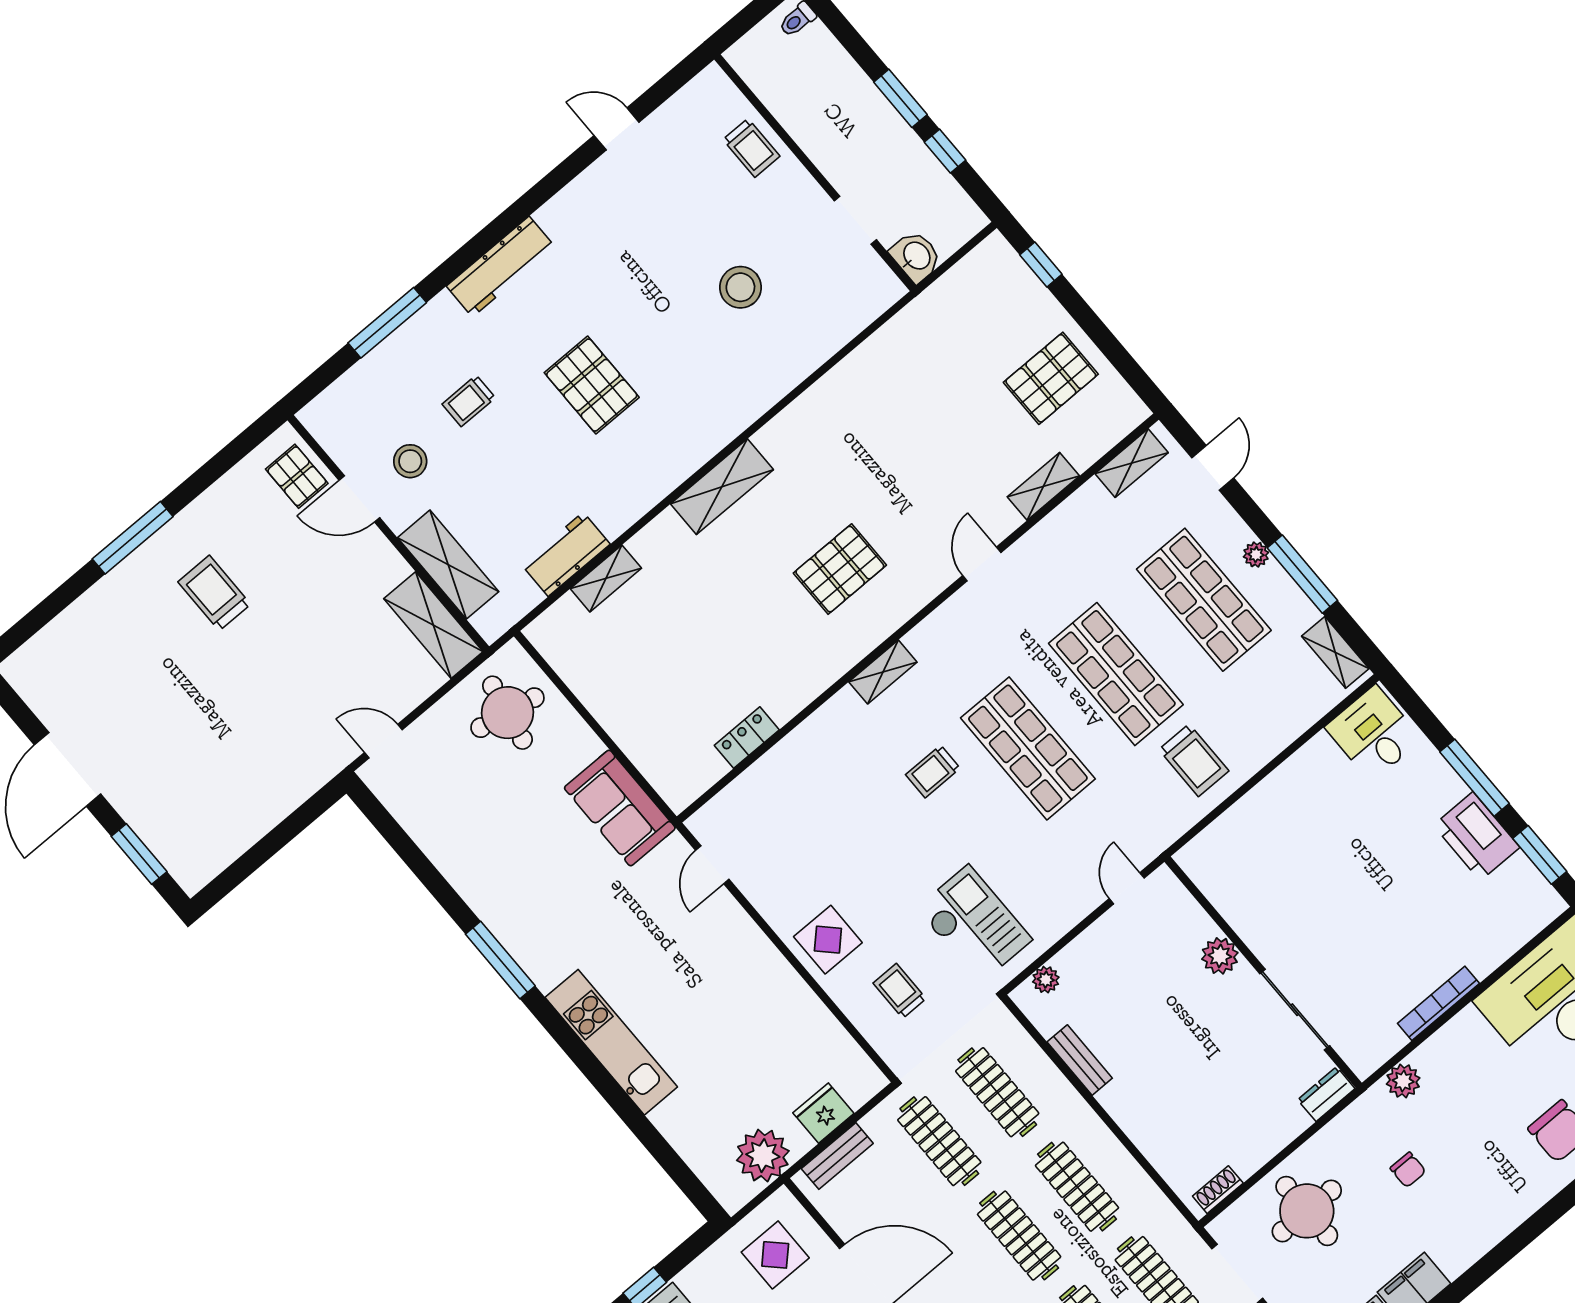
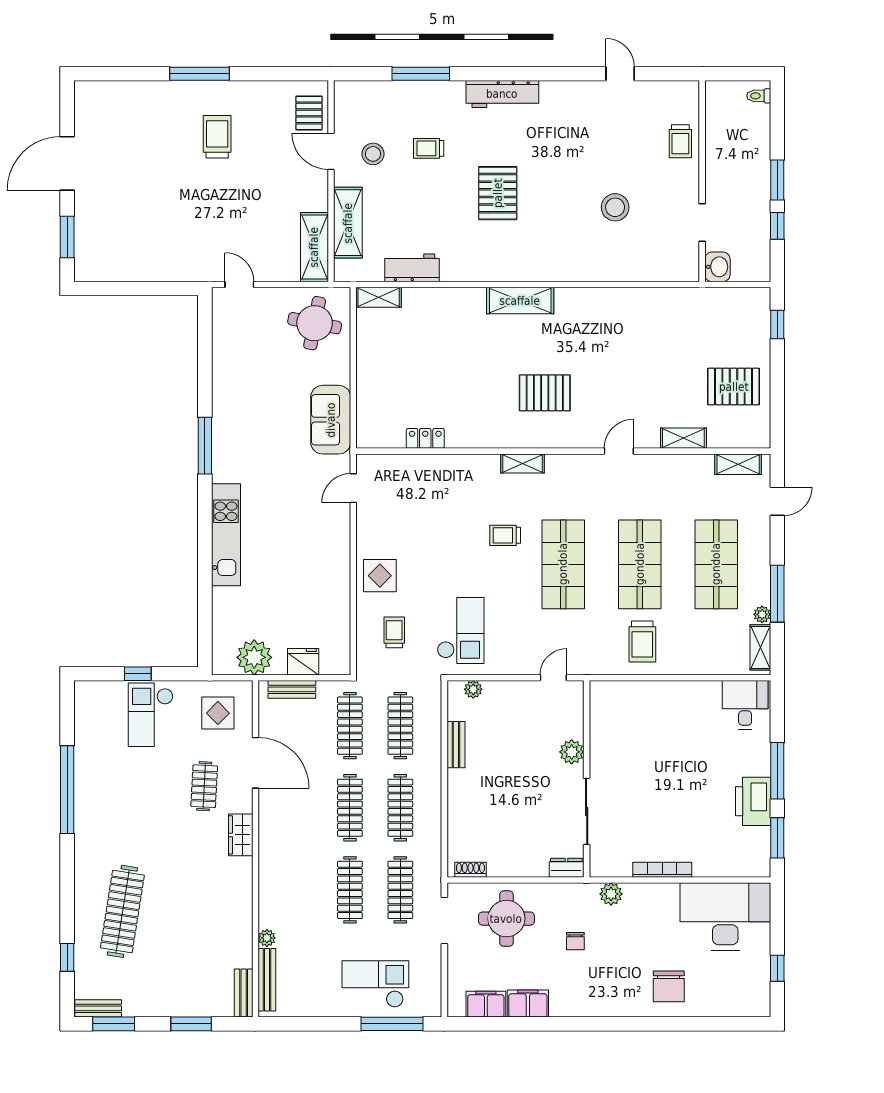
plant: (1256, 555) -> (762, 614), moved
shelving: (606, 578) -> (379, 297), moved

